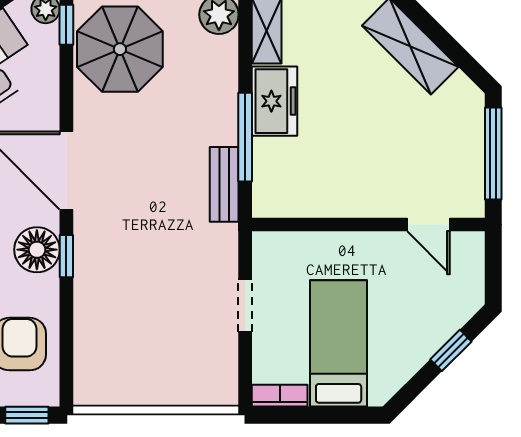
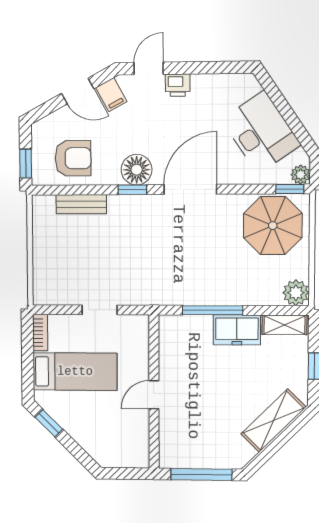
bench: (224, 184) -> (81, 204), moved
door: (428, 225) -> (154, 395), moved
window: (451, 350) -> (49, 423), moved

